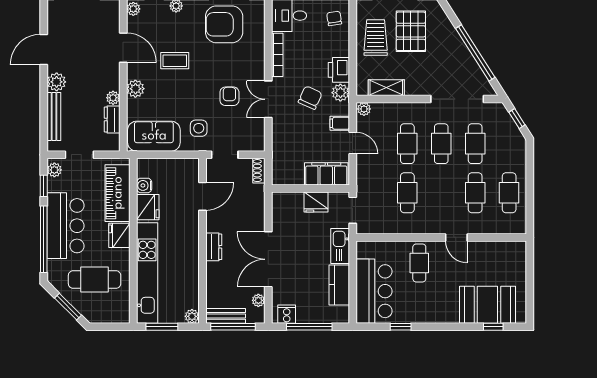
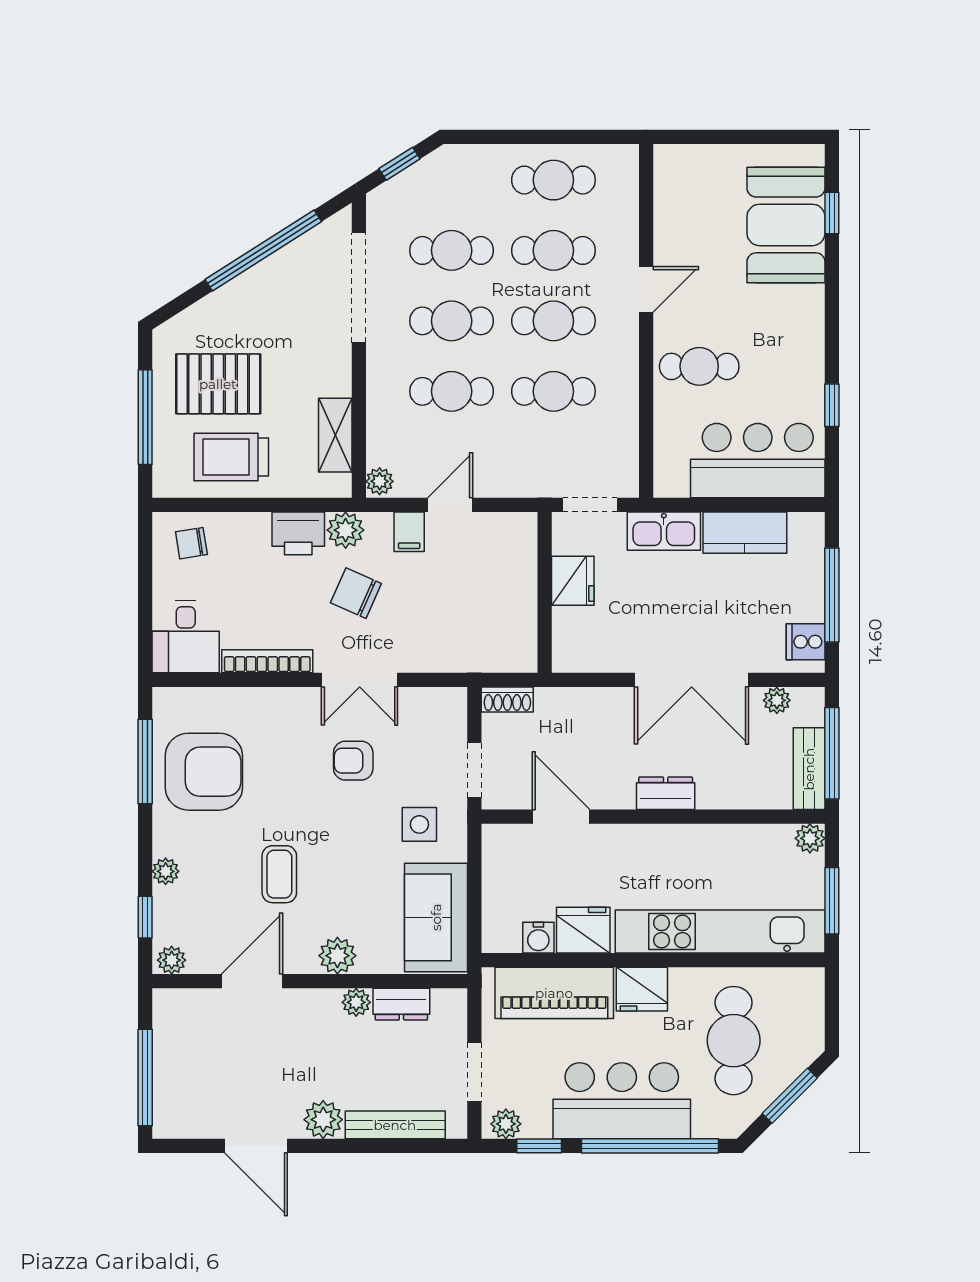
armchair: (224, 24) -> (204, 772), turned -90
filing cabinet: (326, 174) -> (514, 560), removed
cafe table: (441, 193) -> (553, 321), added

